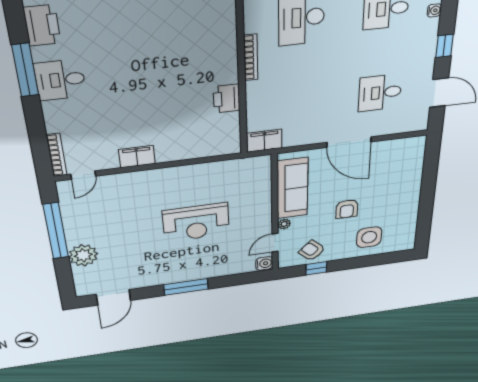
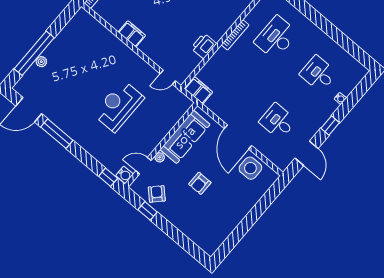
door: (83, 175) -> (168, 77), moved
reception desk: (196, 222) -> (118, 106), turned 90
window: (56, 231) -> (34, 53), moved
side table: (369, 237) -> (250, 168), moved
plant: (83, 255) -> (41, 62), width x0.53, depth x0.53
window: (250, 278) -> (108, 177), added
window: (186, 287) -> (57, 134), moved

